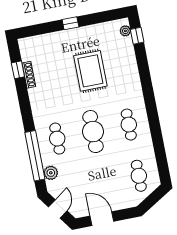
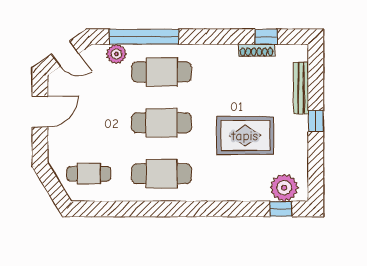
plant: (125, 31) -> (284, 188), width x1.88, depth x1.88
bench: (49, 38) -> (301, 88), added
cafe table: (129, 125) -> (162, 174), width x1.37, depth x1.35
cafe table: (57, 139) -> (162, 72), width x1.37, depth x1.35

